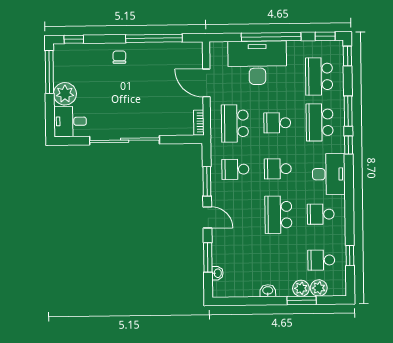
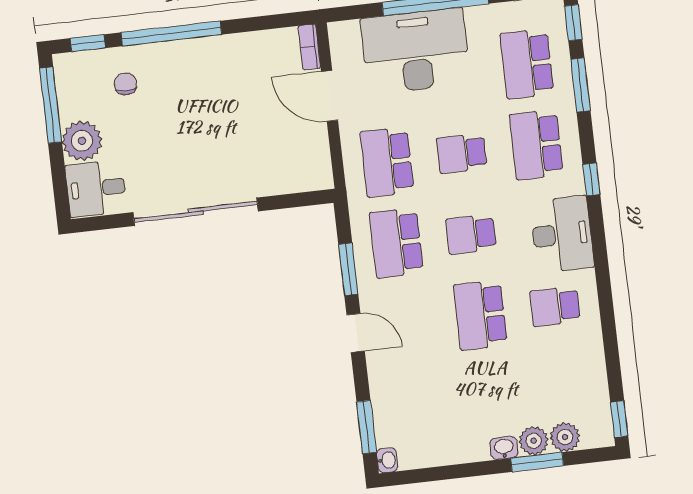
window: (154, 38) -> (171, 33), moved
chair: (119, 57) -> (125, 84), moved
window: (348, 111) -> (580, 85), moved
bookcase: (199, 123) -> (309, 47), moved
school desk: (235, 169) -> (396, 243), width x1.85
window: (350, 256) -> (619, 419), moved
window: (208, 257) -> (367, 427), moved
school desk: (321, 260) -> (564, 387), removed
washbasin: (217, 273) -> (387, 460), moved
washbasin: (268, 291) -> (504, 448), moved

